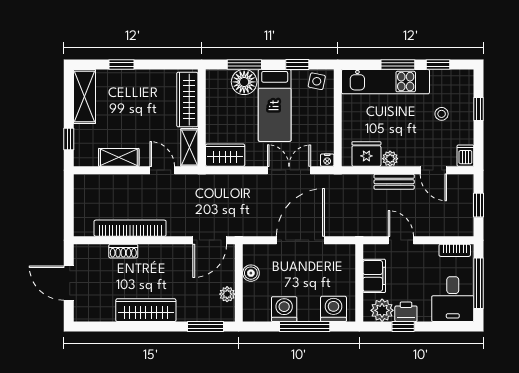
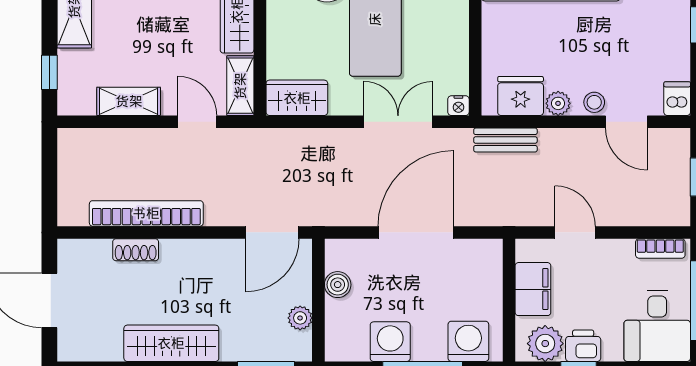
stool: (442, 114) -> (594, 102), moved
bench: (394, 182) -> (505, 140), moved

